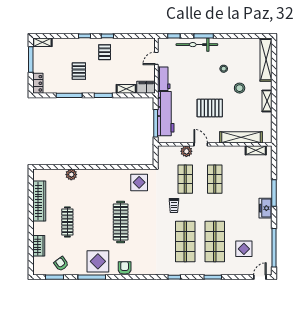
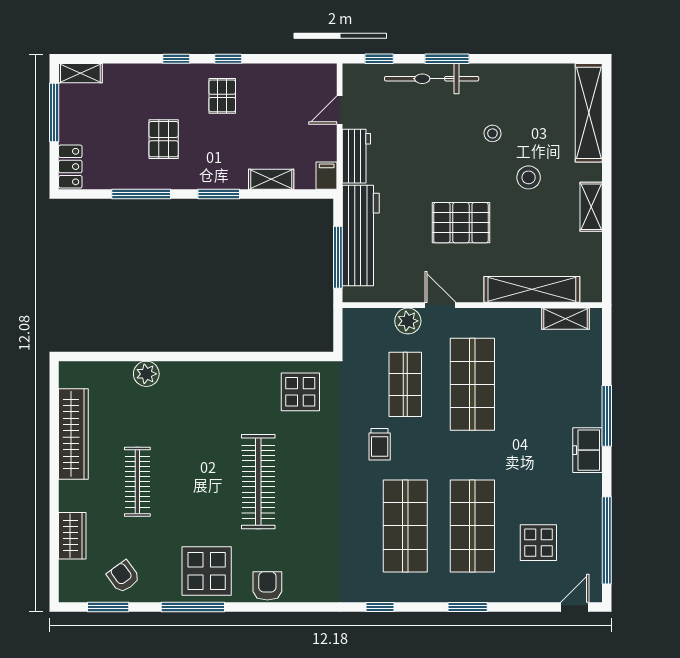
filing cabinet: (146, 87) -> (327, 176), width x0.50
shop shelf: (215, 179) -> (472, 384), width x1.43, depth x1.36

